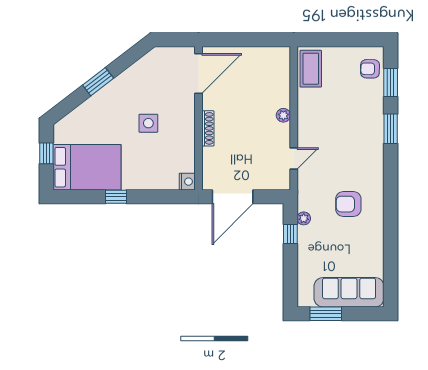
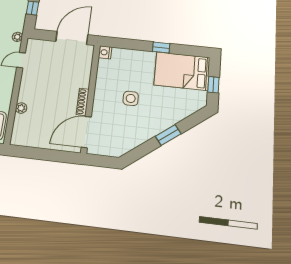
plant: (283, 115) -> (21, 108), moved
shoe rack: (208, 128) -> (83, 102), moved
plant: (304, 218) -> (17, 37), moved

